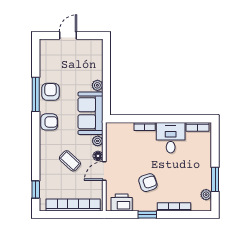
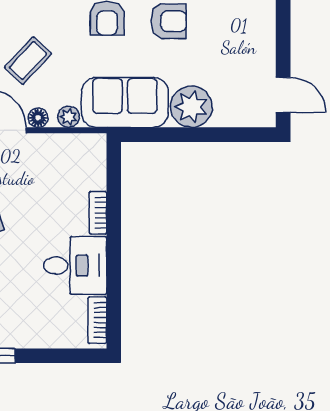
door: (68, 35) -> (283, 95), moved
plant: (97, 85) -> (191, 107), width x1.87, depth x1.87

